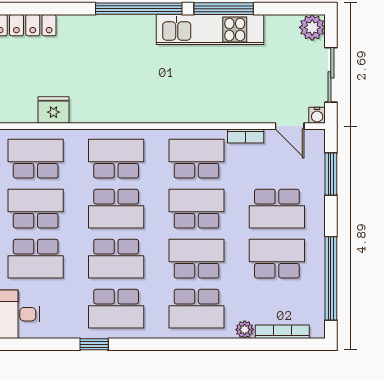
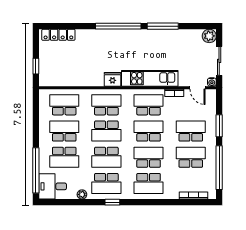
kitchen unit: (210, 30) -> (150, 78), moved, turned 180
fridge: (53, 110) -> (113, 79), moved
window: (331, 174) -> (219, 126), moved
school desk: (277, 209) -> (191, 131), turned 180
plant: (245, 330) -> (82, 194), moved
window: (94, 344) -> (112, 202), moved

